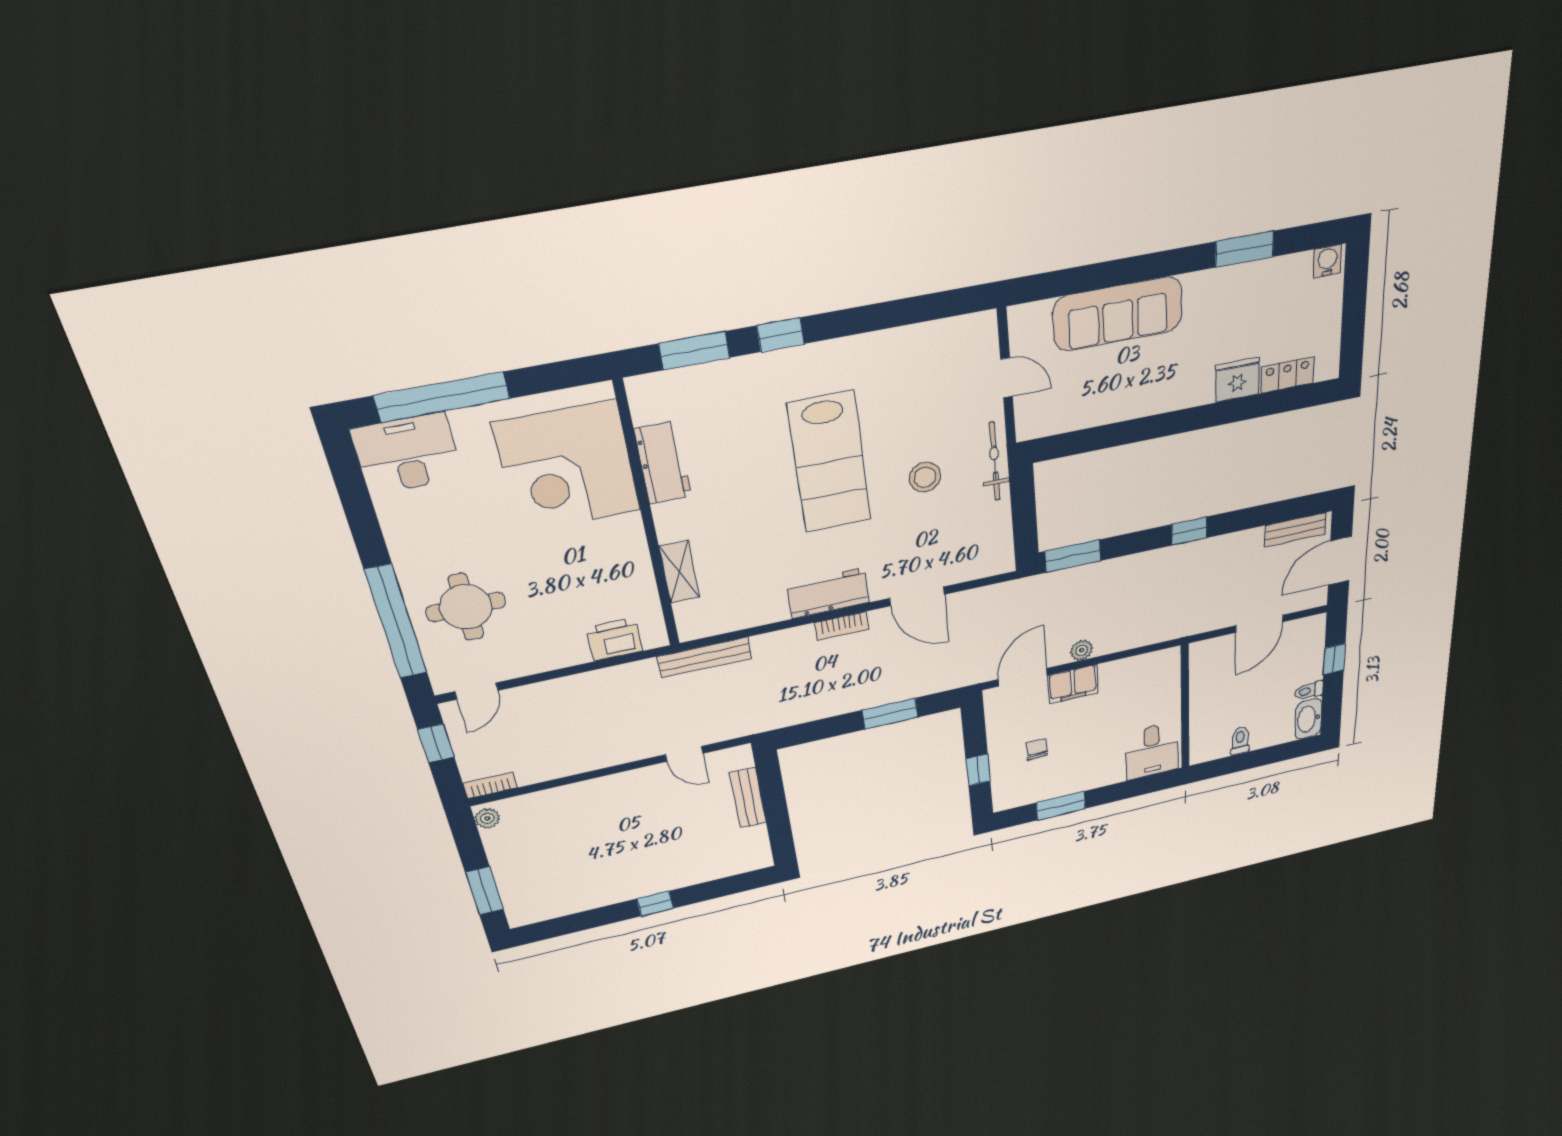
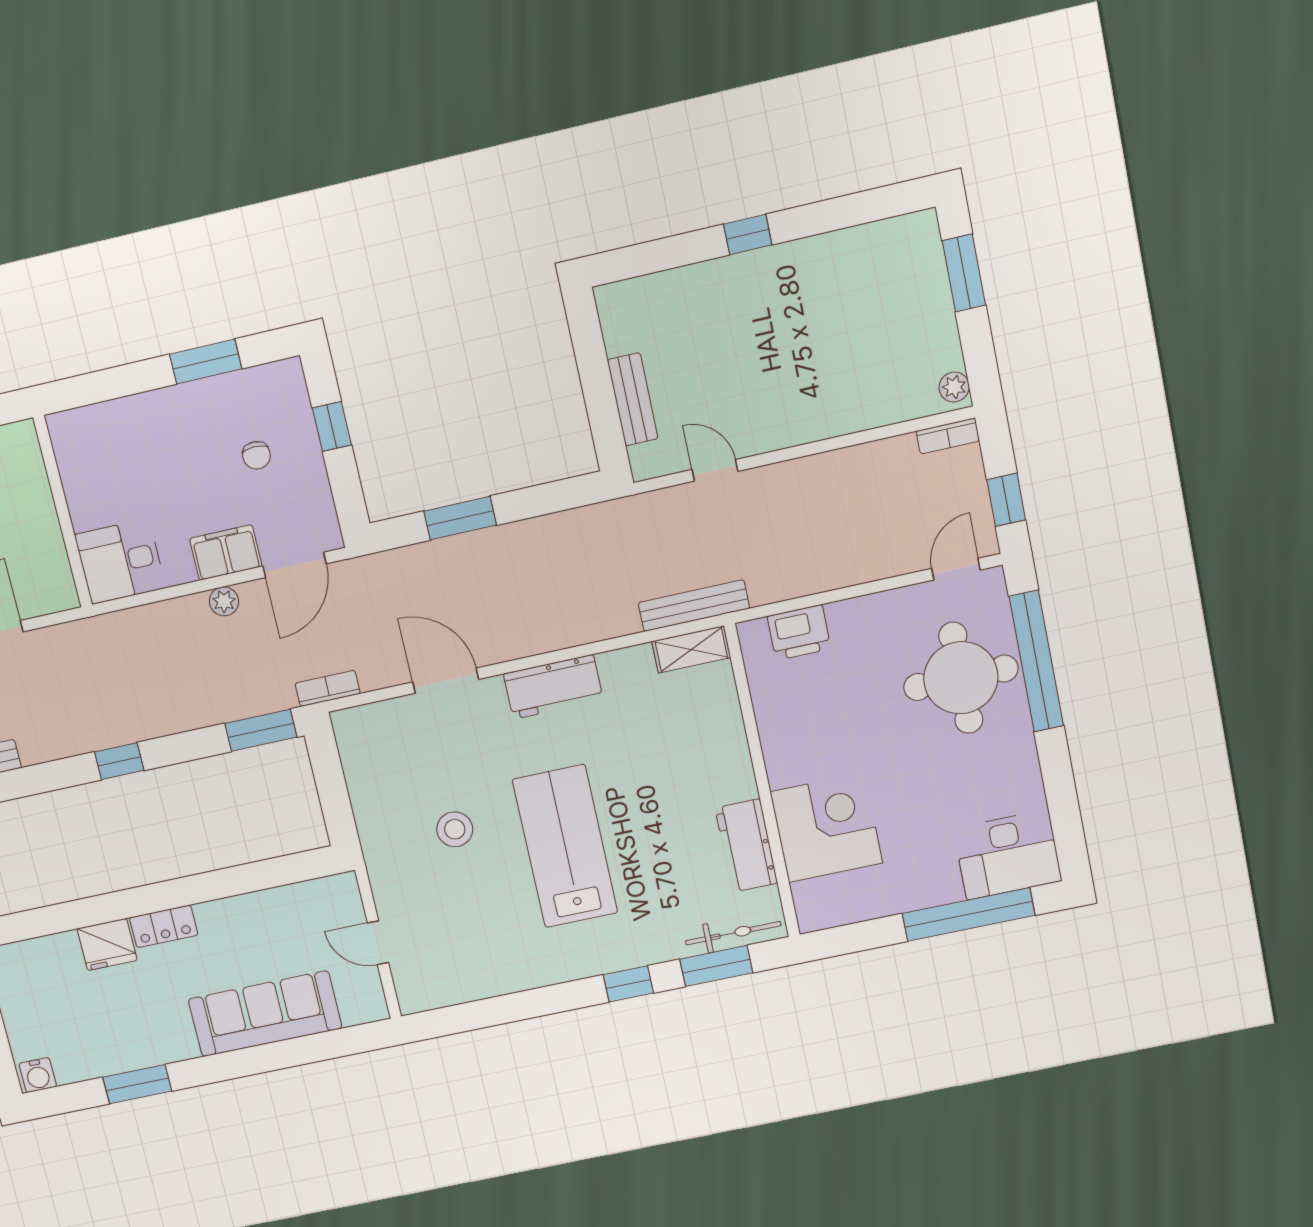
locker: (1287, 375) -> (164, 926), moved
bicycle: (995, 461) -> (733, 933), moved, turned -90
corner desk: (567, 467) -> (826, 828), width x0.74, depth x0.74
shelving: (679, 572) -> (691, 649), moved, turned 90
round table: (466, 607) -> (961, 678), width x1.36, depth x1.36
bookcase: (842, 626) -> (328, 688), moved
desk: (1152, 751) -> (120, 561), moved, turned -90

